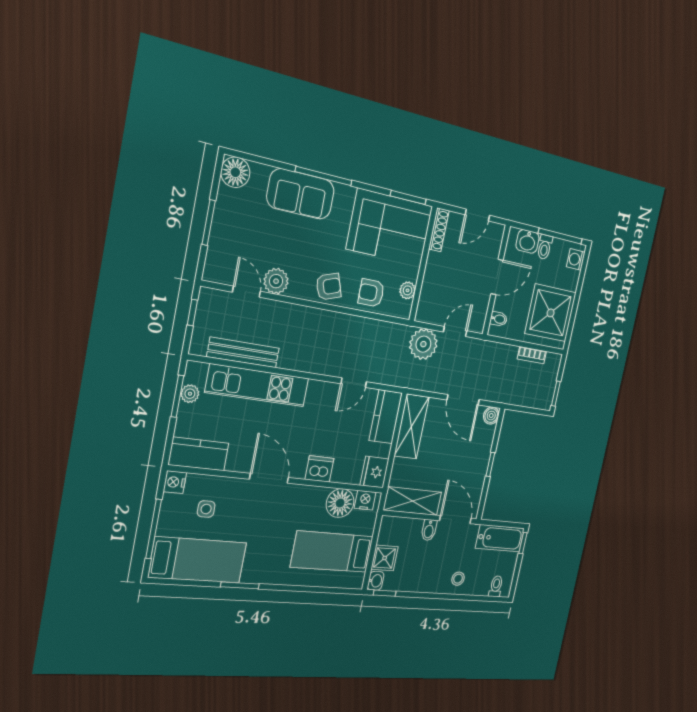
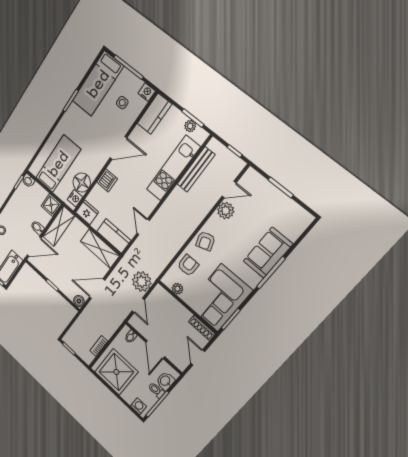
floor lamp: (235, 172) -> (301, 219), removed
shower: (385, 558) -> (51, 205), moved

